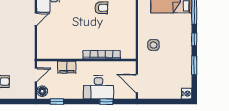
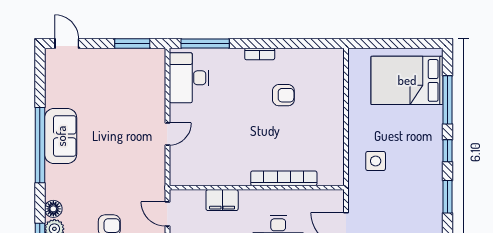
door: (36, 19) -> (167, 134), moved
door: (36, 75) -> (167, 214), swing flipped

